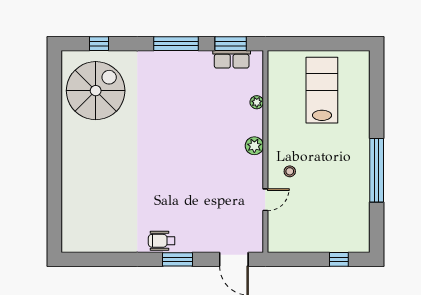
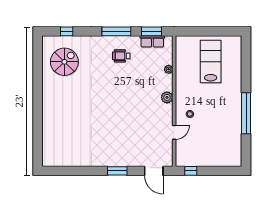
spiral stairs: (96, 91) -> (64, 62), width x0.73, depth x0.73
wheelchair: (162, 241) -> (121, 56), moved
window: (339, 259) -> (191, 171), moved

